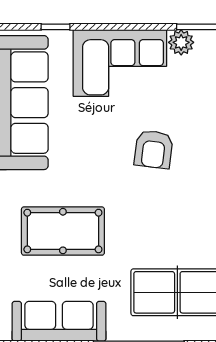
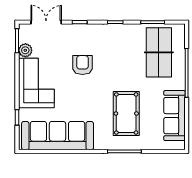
armchair: (154, 149) -> (82, 65), turned -97

